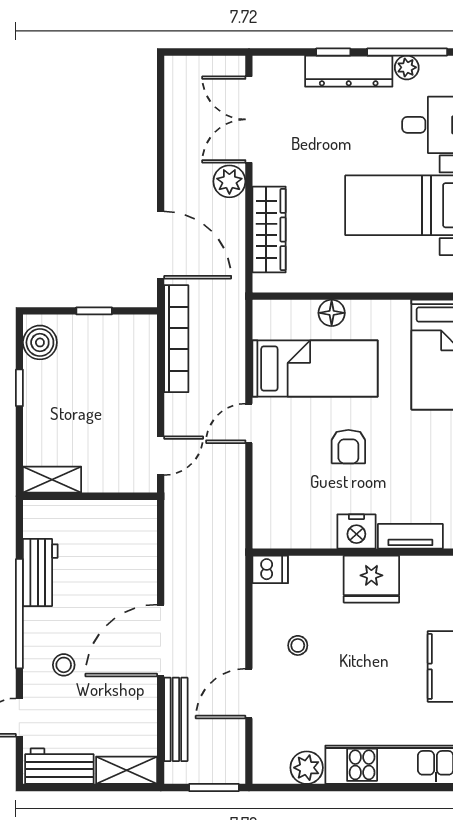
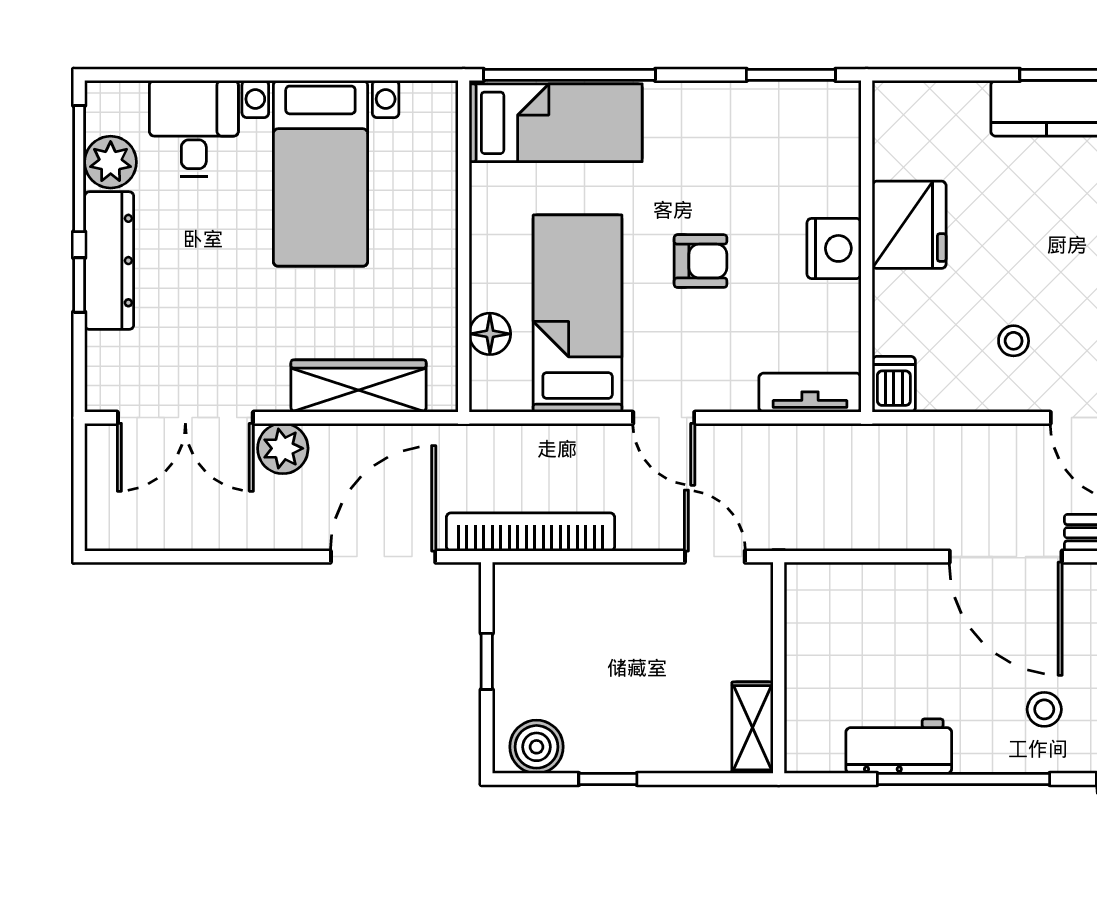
plant: (407, 67) -> (111, 162), width x1.38, depth x1.38
floor lamp: (332, 313) -> (490, 334), moved
tv unit: (410, 536) -> (810, 393), moved, turned 90

